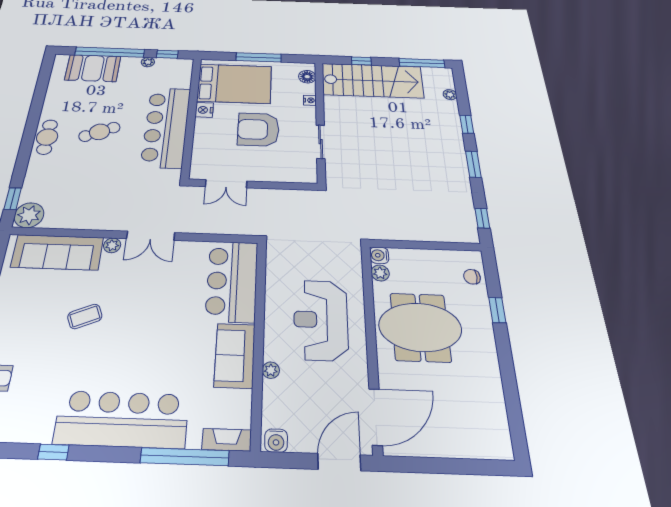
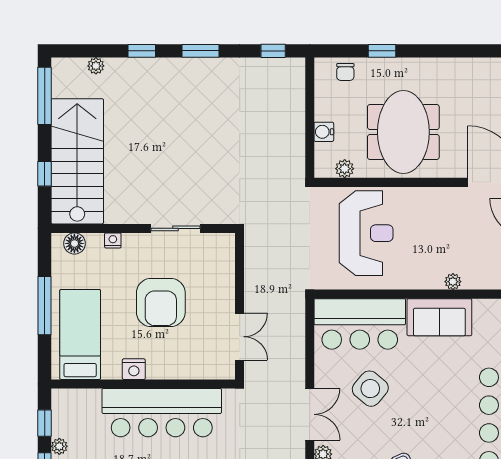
bed: (234, 84) -> (80, 334), width x0.67
water cooler: (379, 255) -> (324, 132), moved, turned 90
side table: (169, 288) -> (370, 389), added
reception desk: (321, 320) -> (366, 233), moved, turned -90

